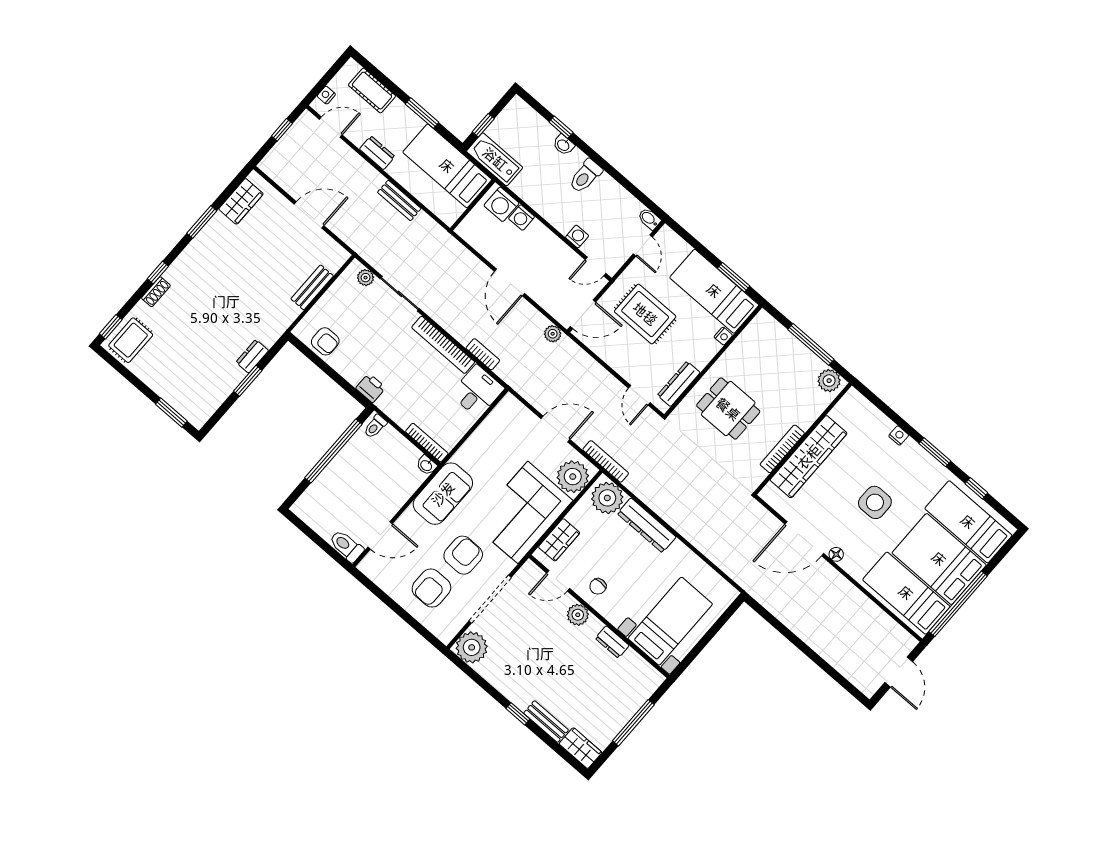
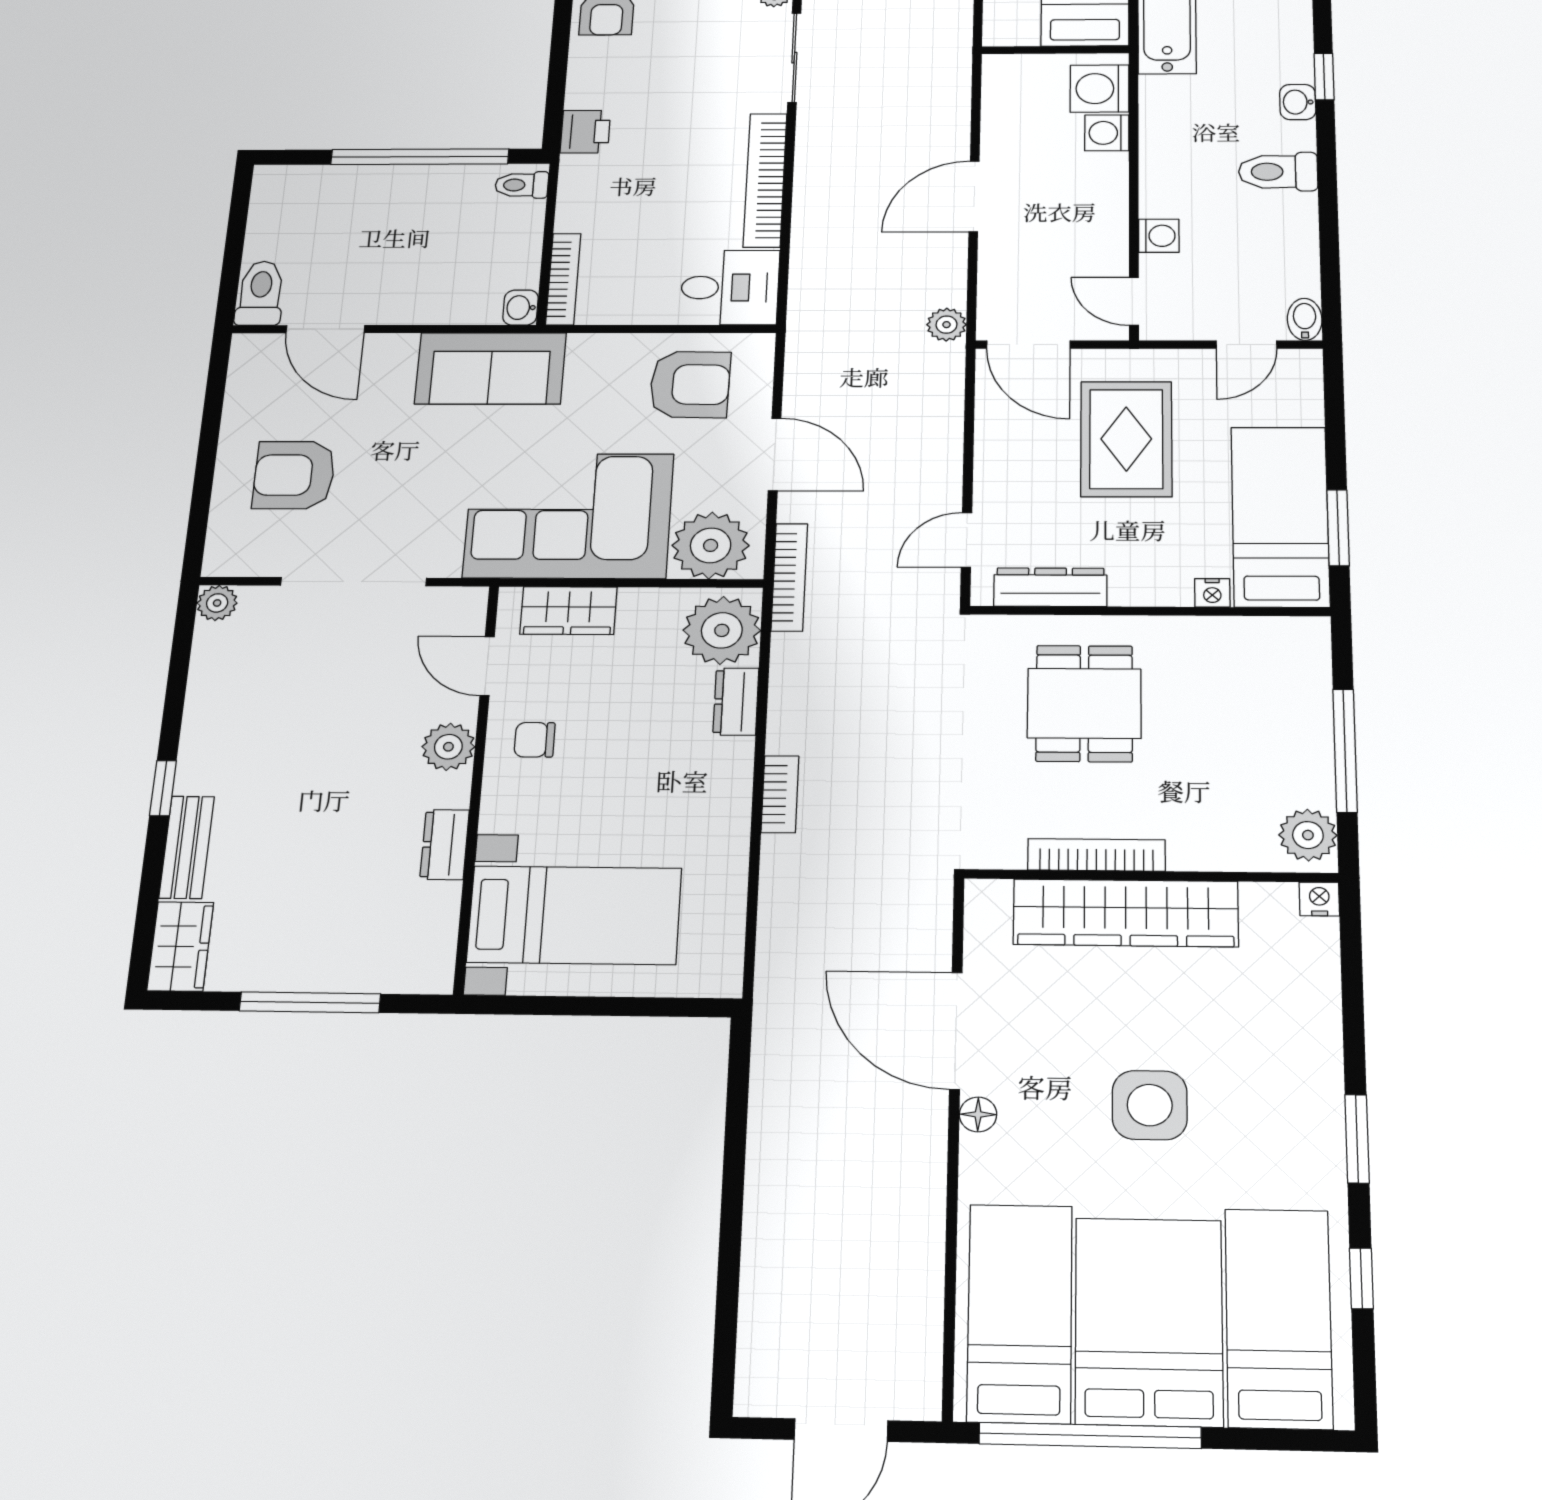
bookcase: (483, 354) -> (780, 794), moved
nightstand: (899, 436) -> (1319, 899), moved, turned -90
dresser: (647, 525) -> (736, 702), width x0.51, depth x0.80
armchair: (463, 555) -> (690, 384), moved
plant: (472, 647) -> (217, 603), width x0.53, depth x0.53

